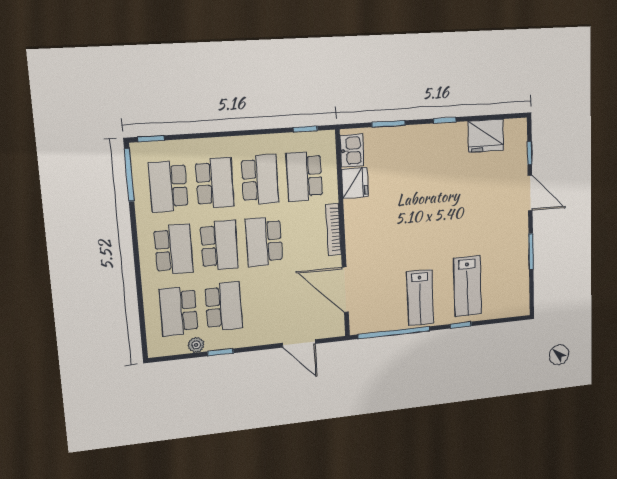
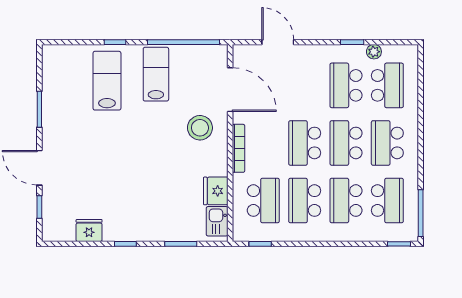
fridge: (486, 136) -> (89, 230), width x0.73, depth x0.75
school desk: (264, 241) -> (305, 143), turned 180
stool: (374, 248) -> (200, 128), added

